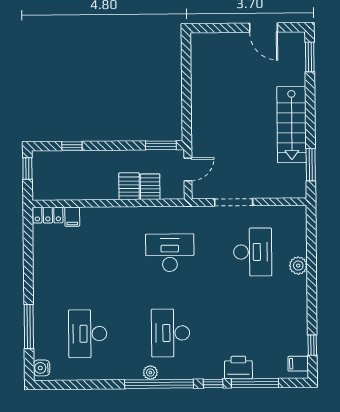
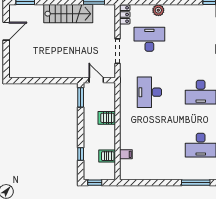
server rack: (150, 187) -> (107, 156), moved
locker: (48, 215) -> (125, 15), moved

